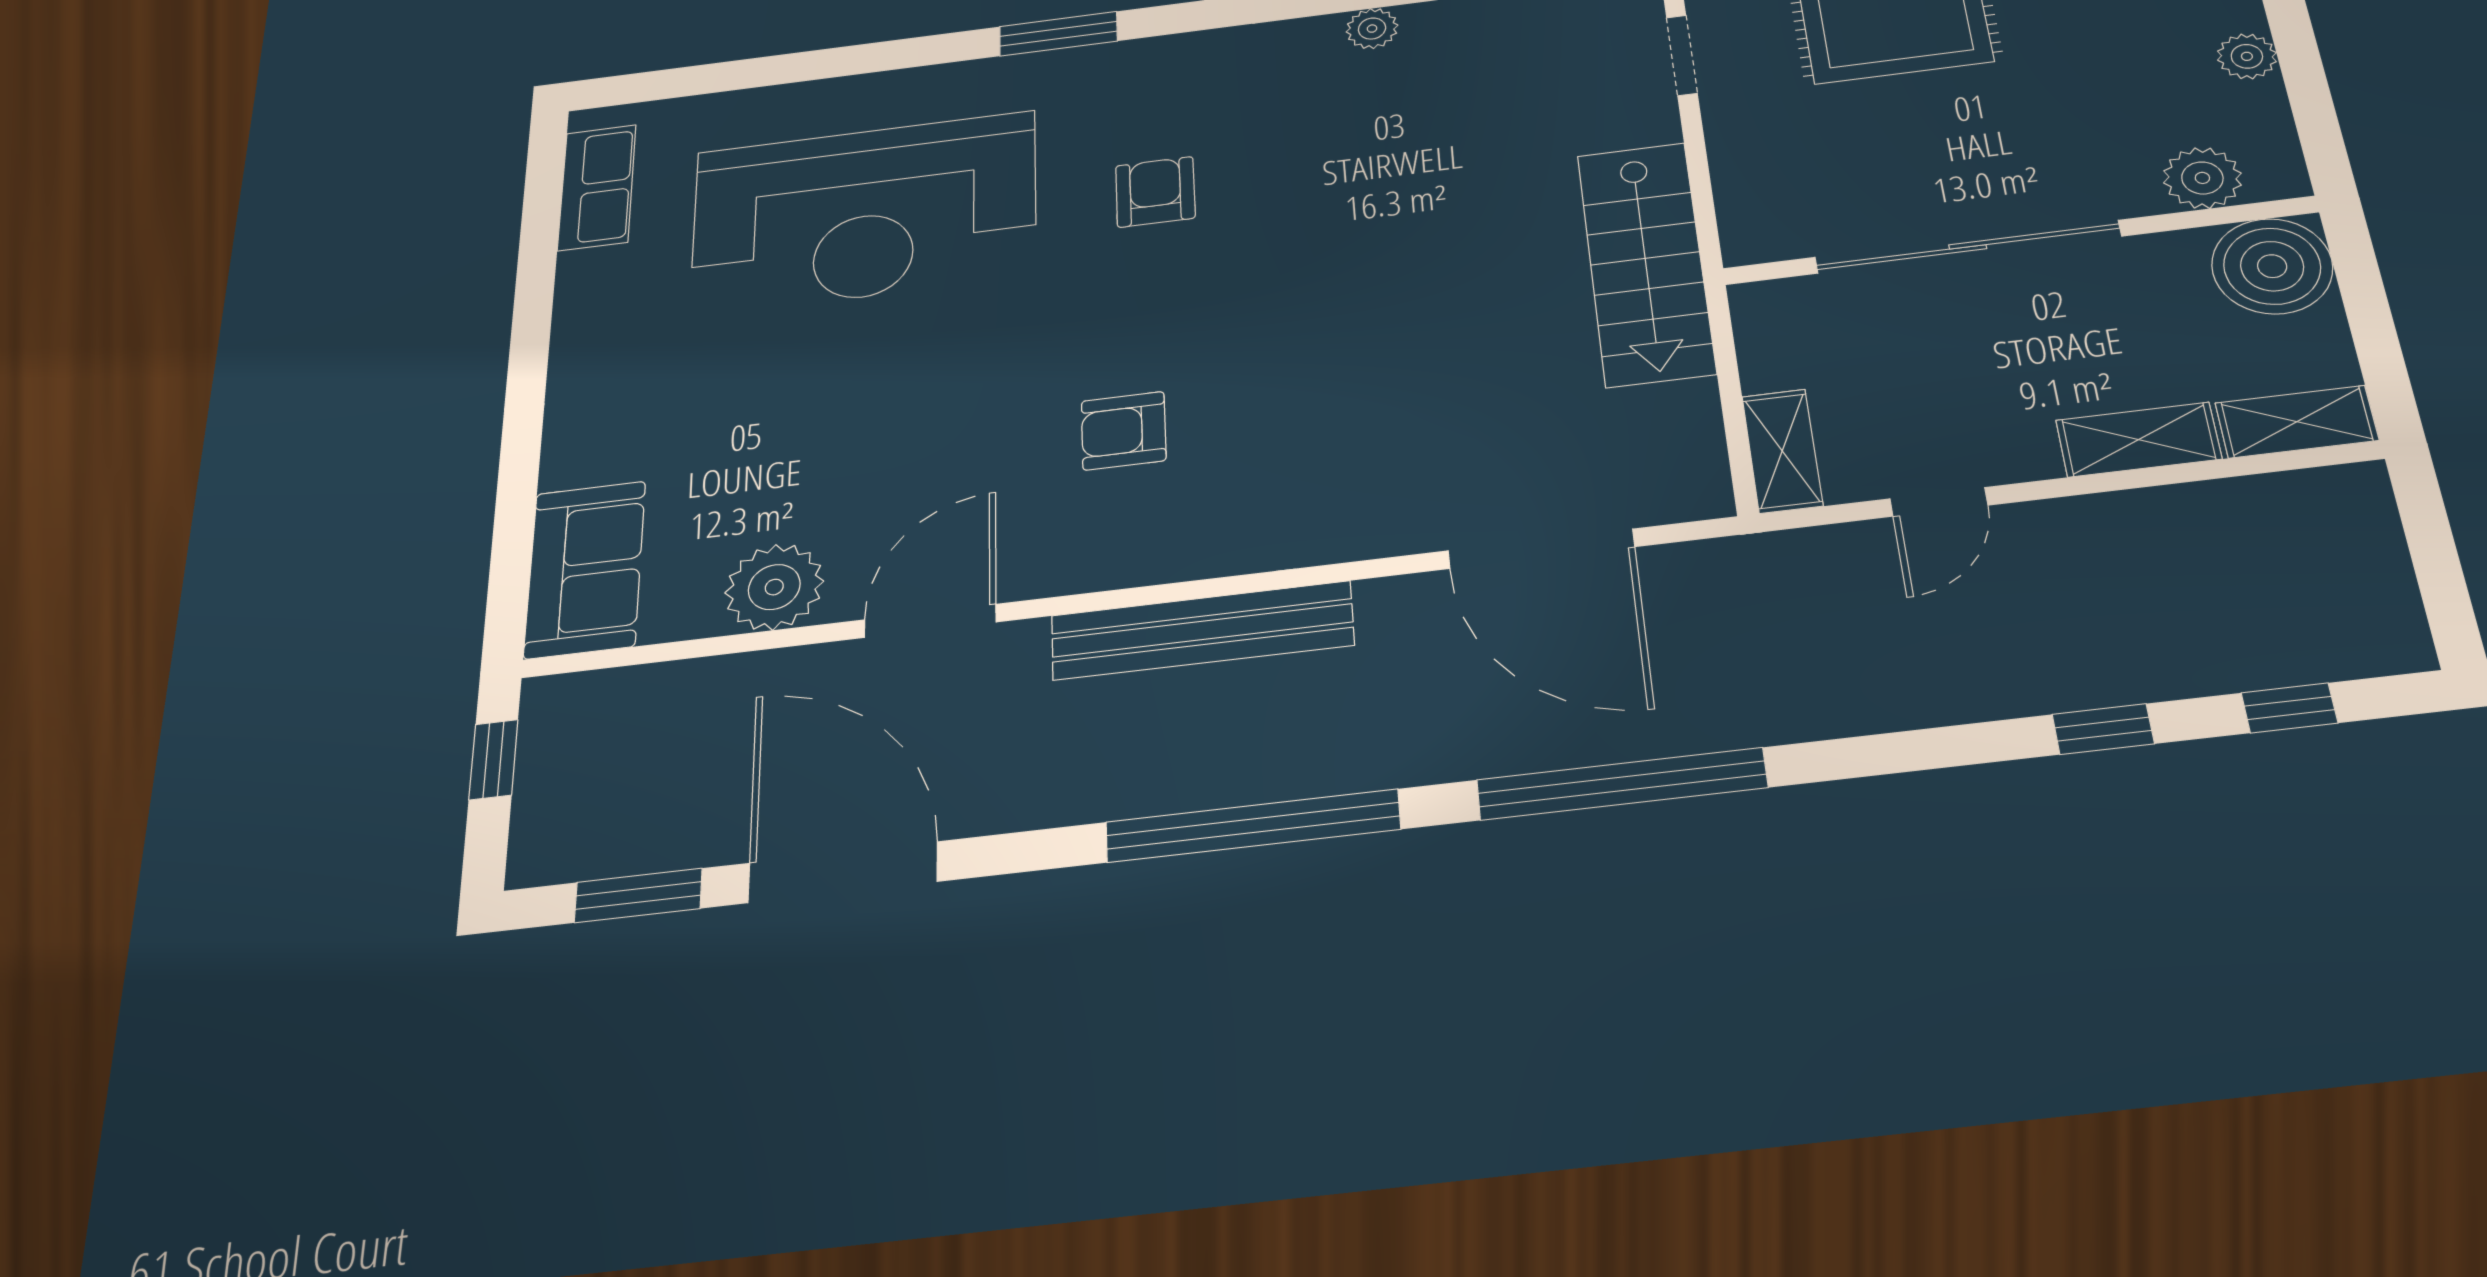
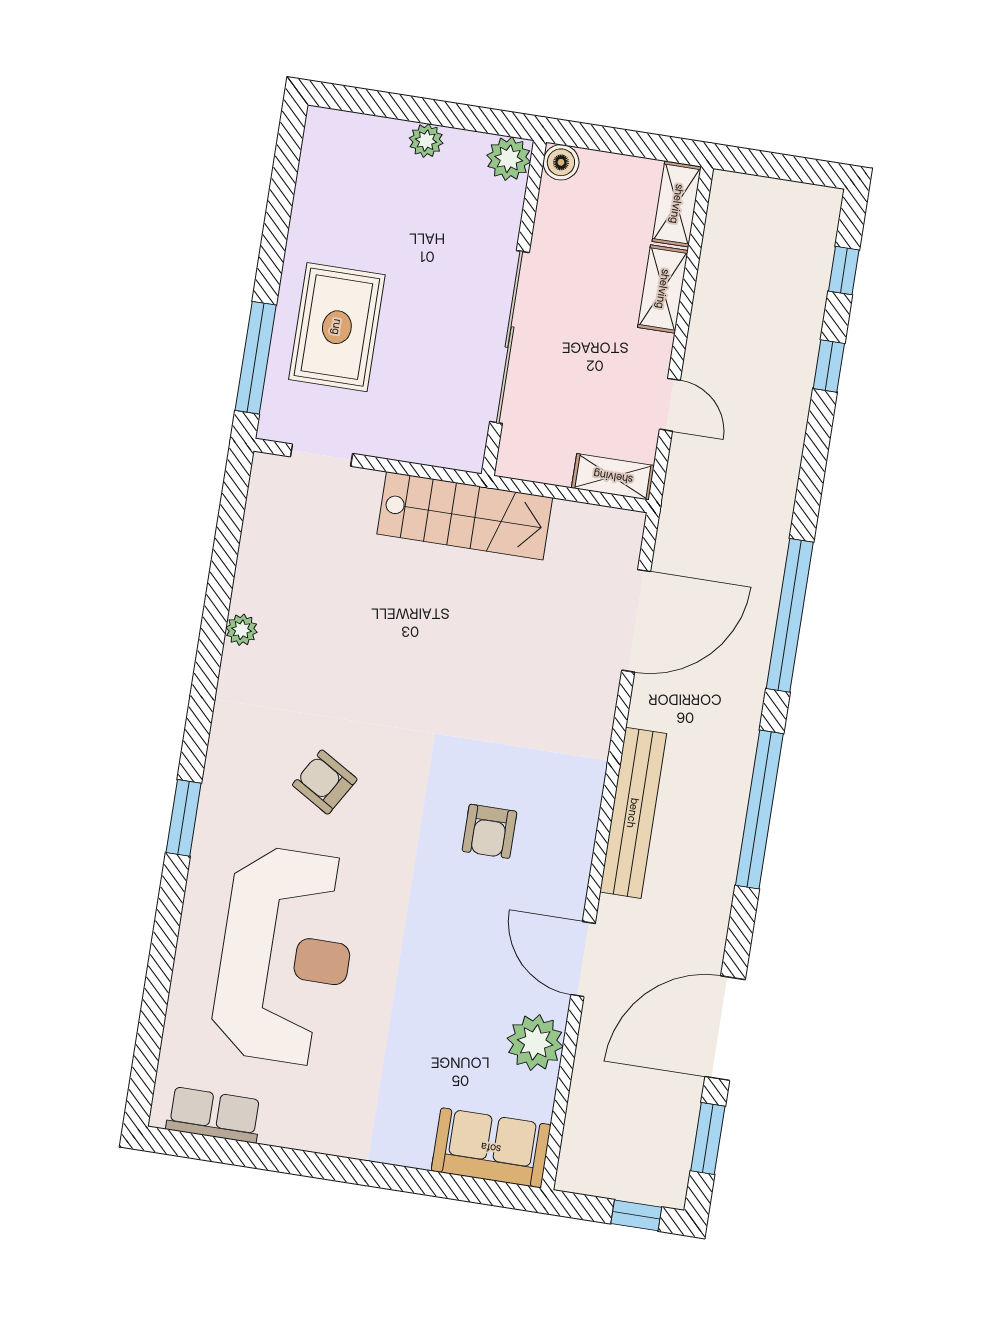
plant: (2202, 178) -> (509, 159), moved
armchair: (1155, 192) -> (325, 782), turned 31
boiler: (2272, 266) -> (561, 162), width x0.54, depth x0.54
window: (493, 760) -> (636, 1215), moved

